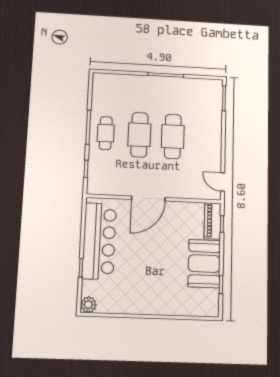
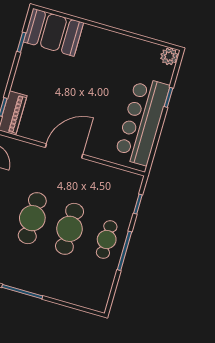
door: (148, 199) -> (64, 151), moved
booth: (204, 264) -> (53, 32), moved, turned 90

